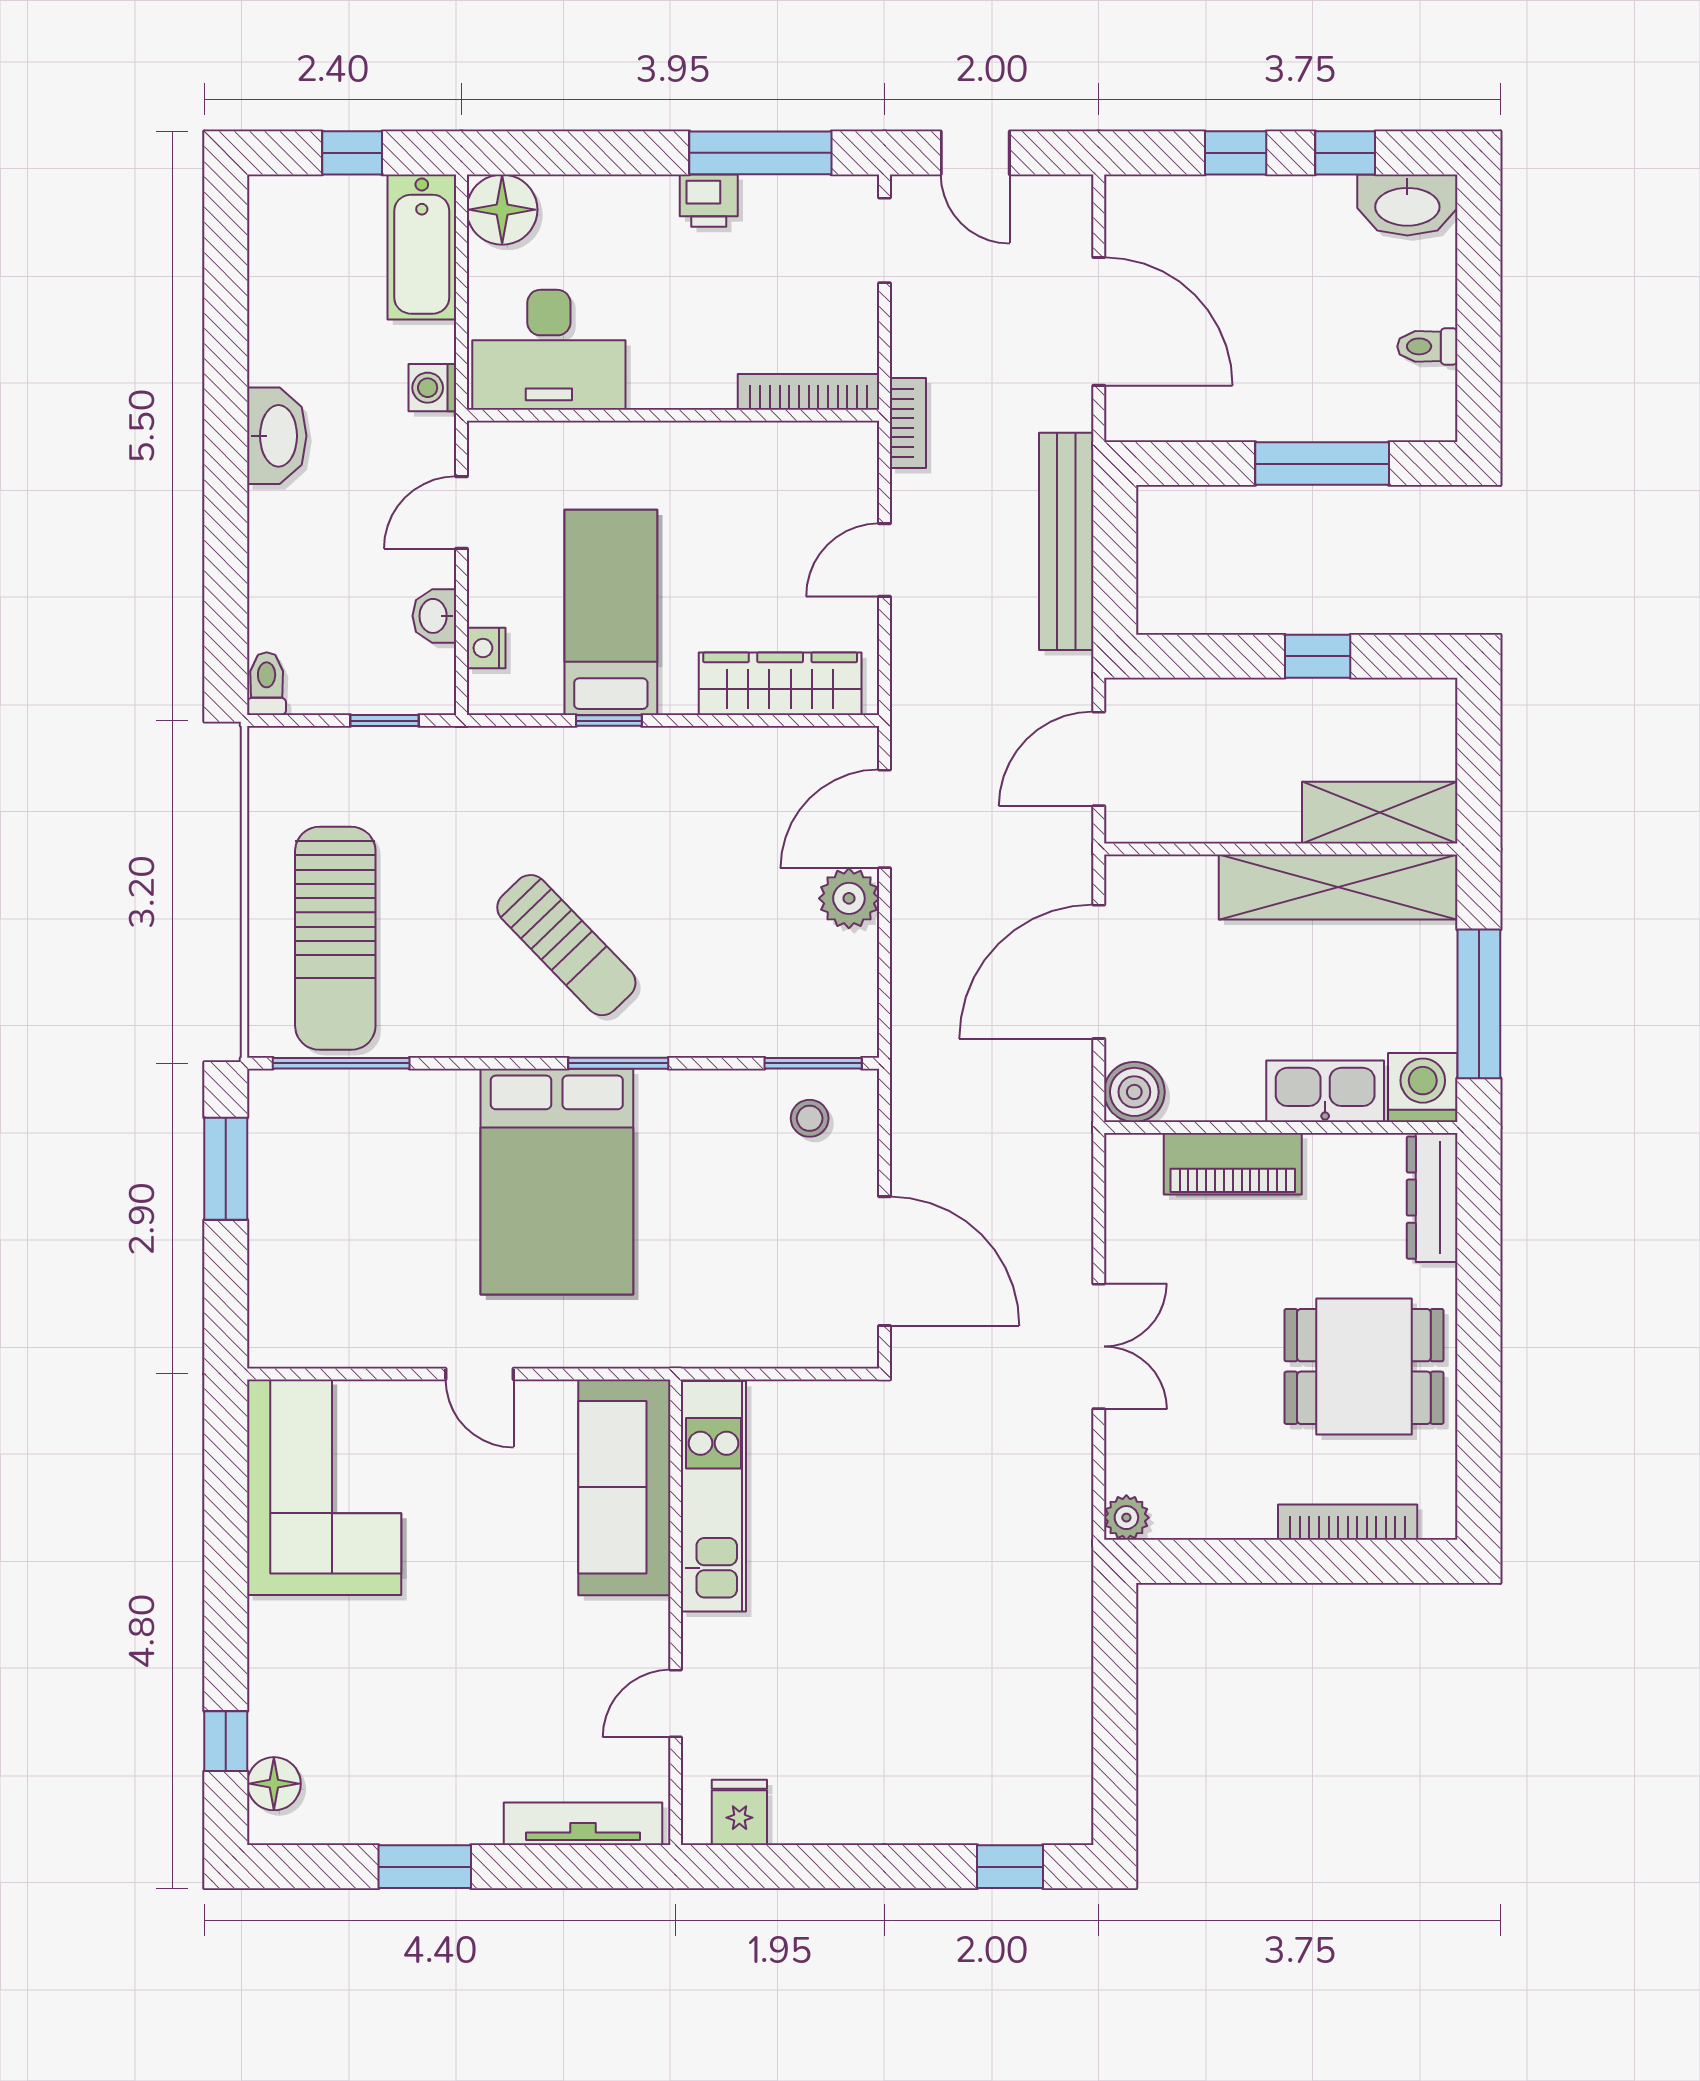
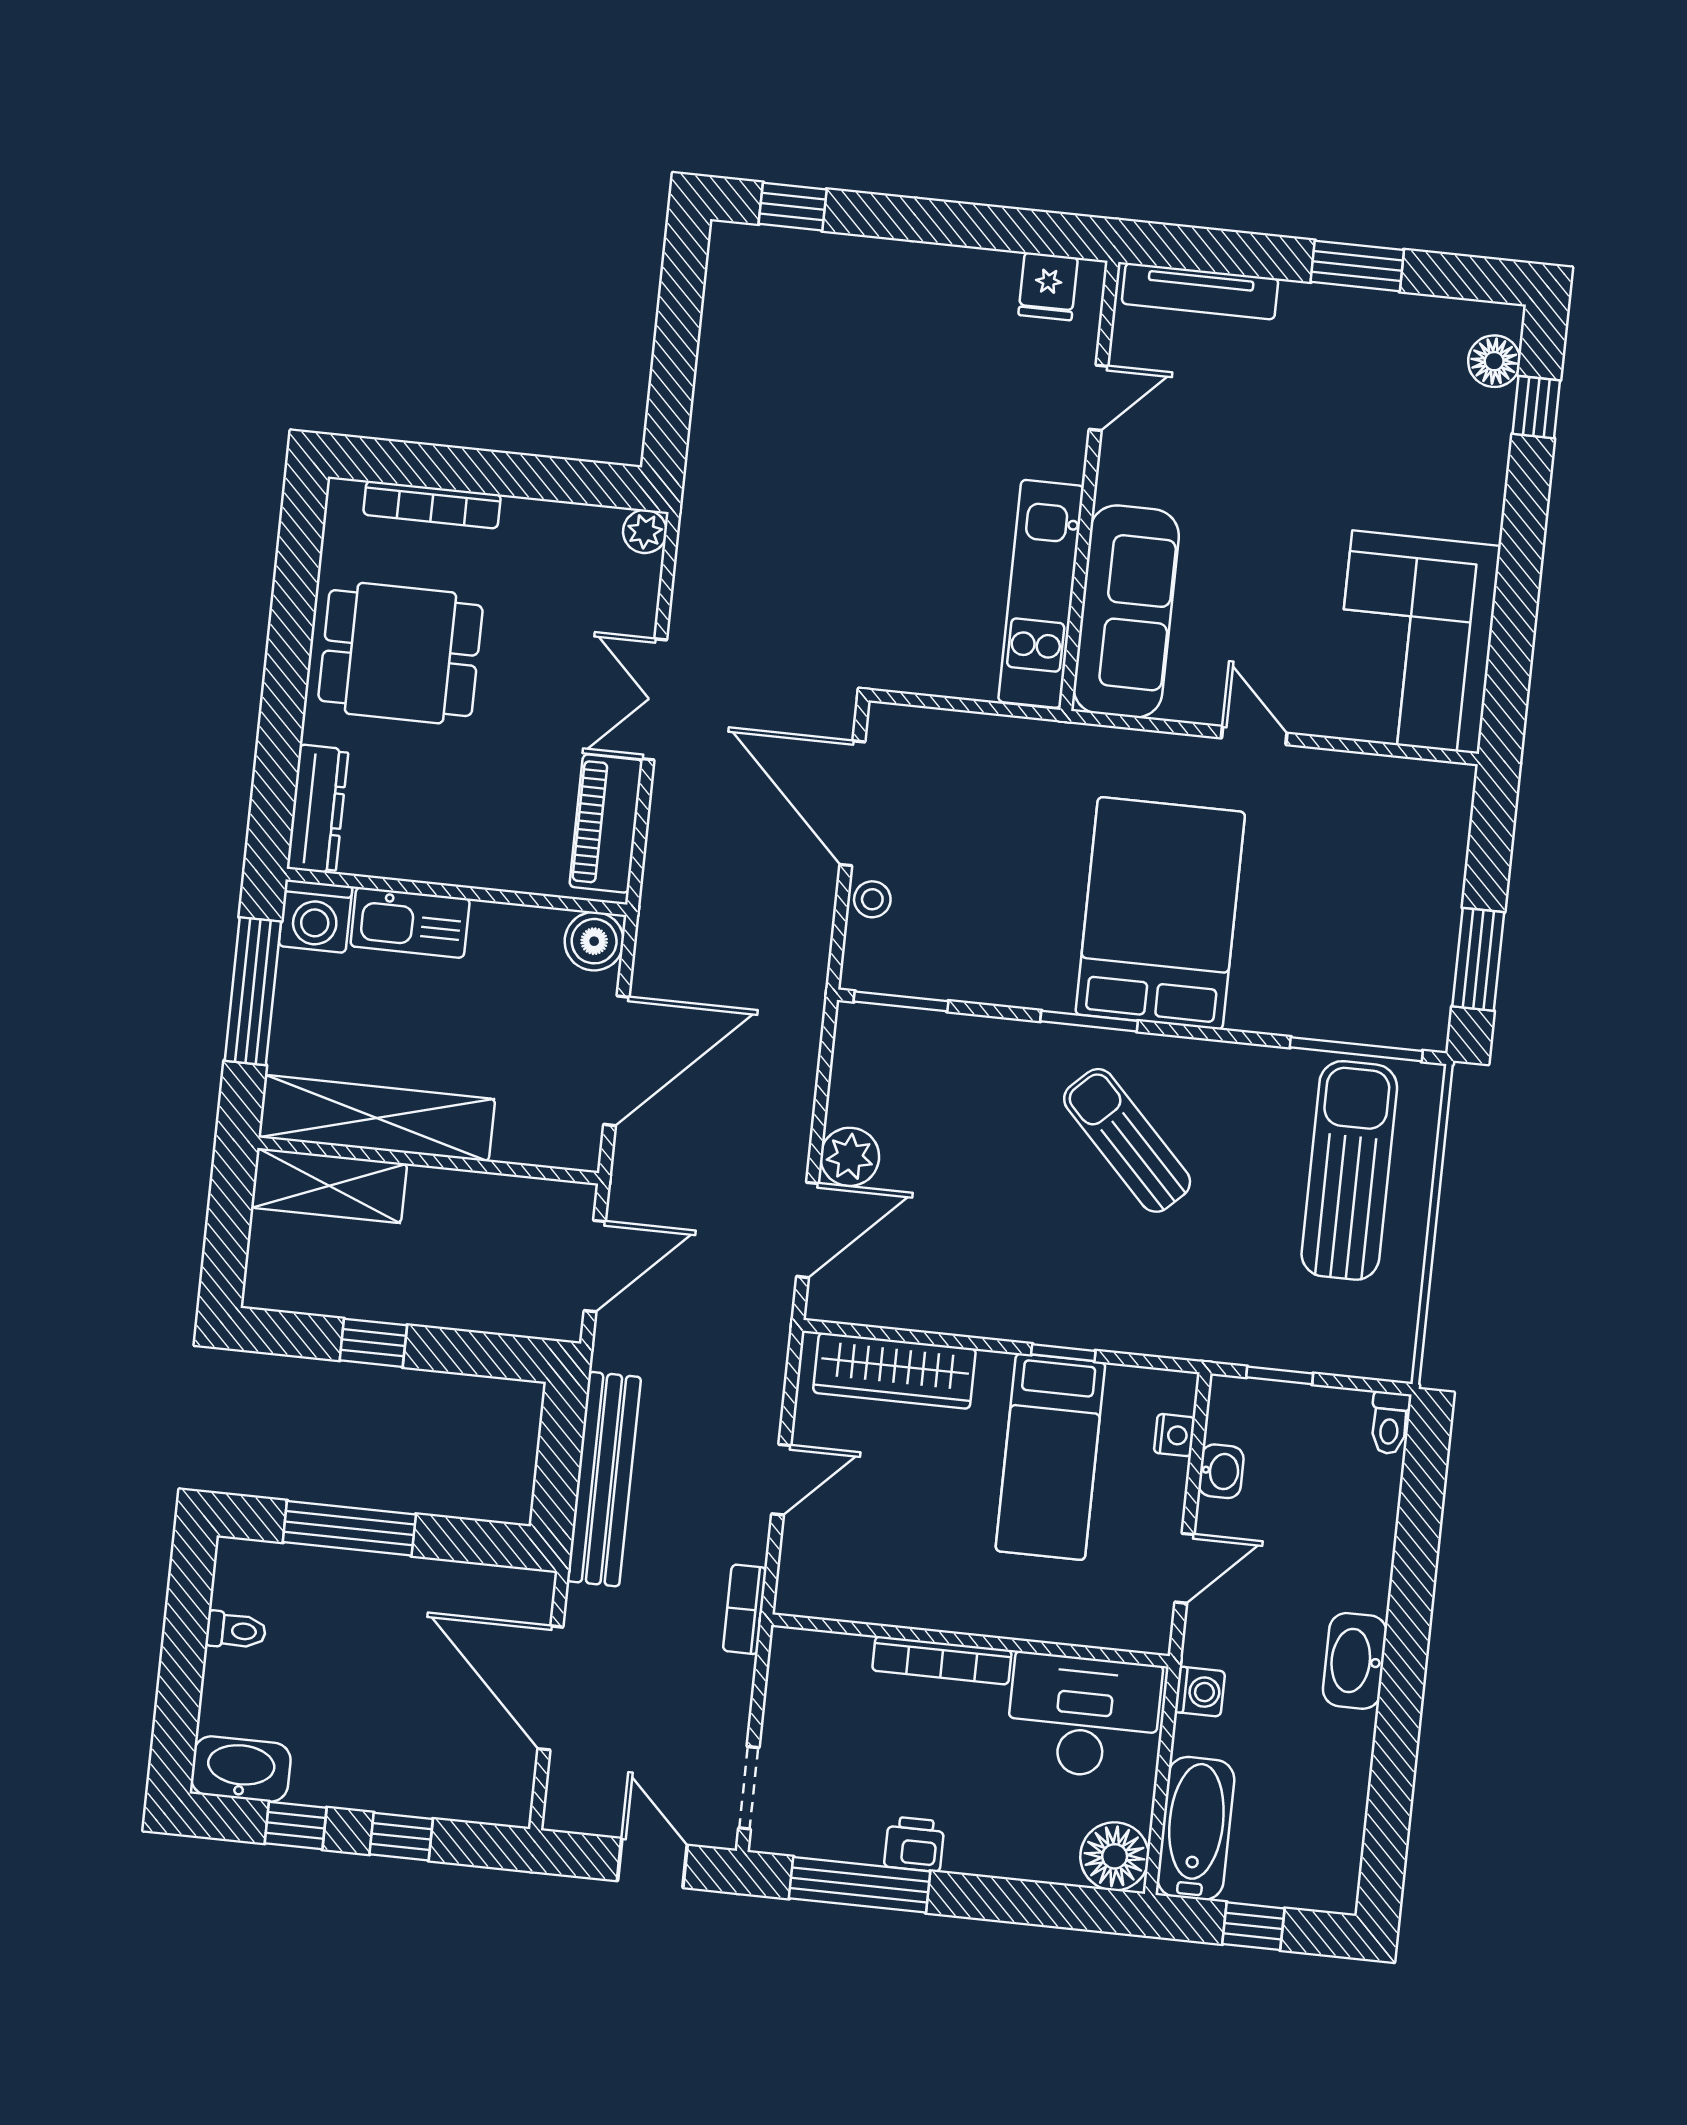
bookcase: (809, 392) -> (942, 1660), moved
stool: (810, 1118) -> (872, 899), moved
piano: (1233, 1164) -> (606, 823), moved, turned -90

